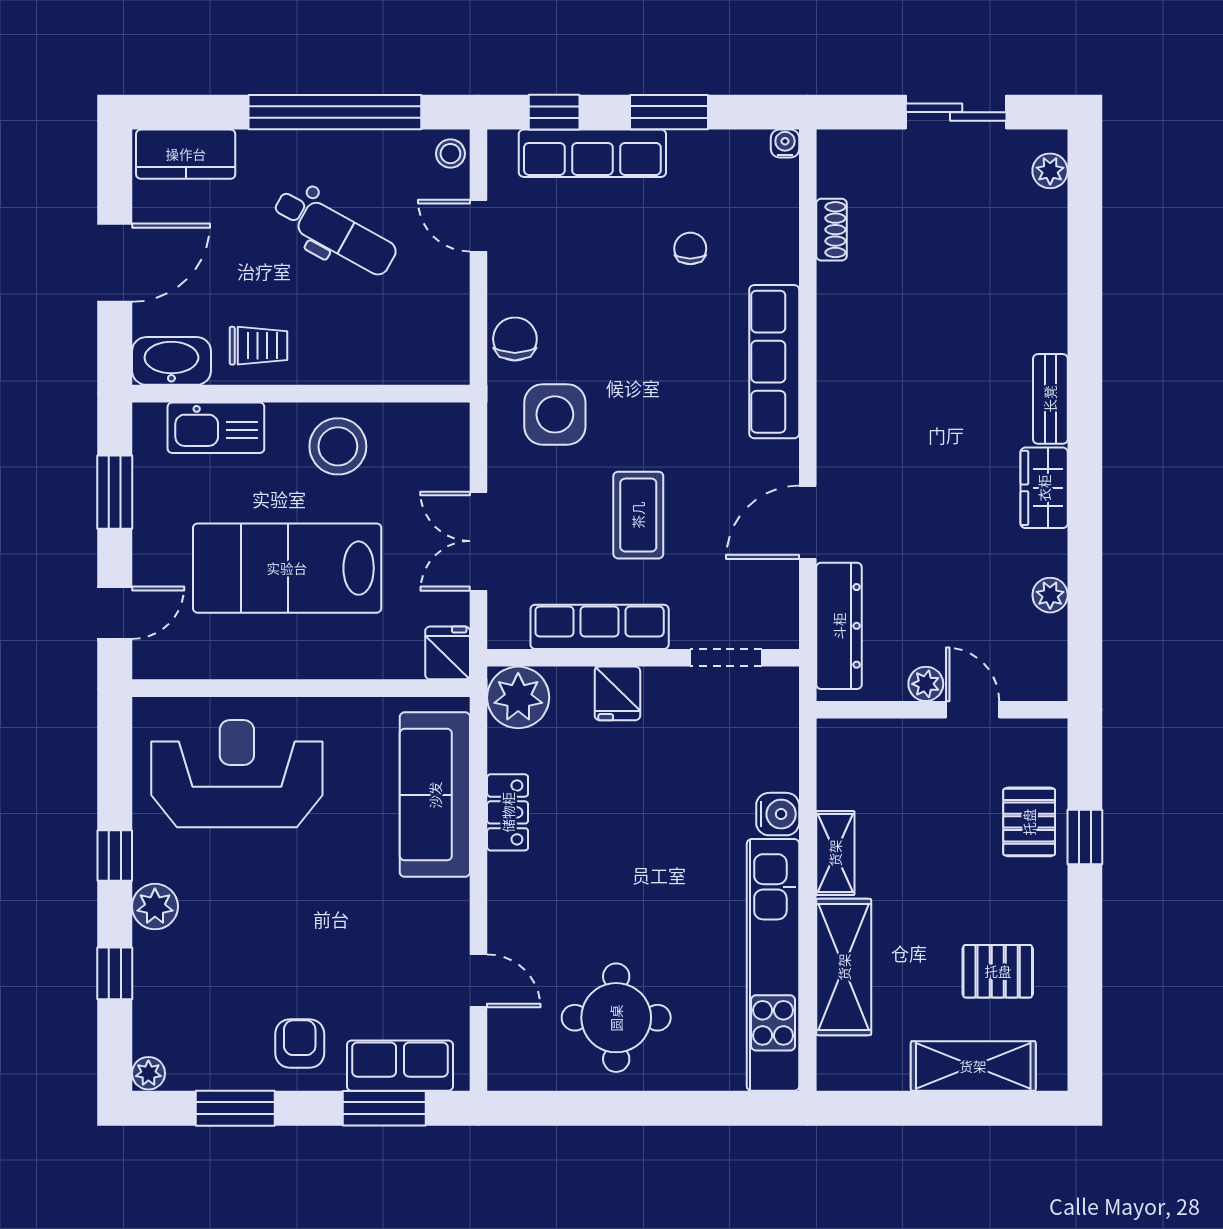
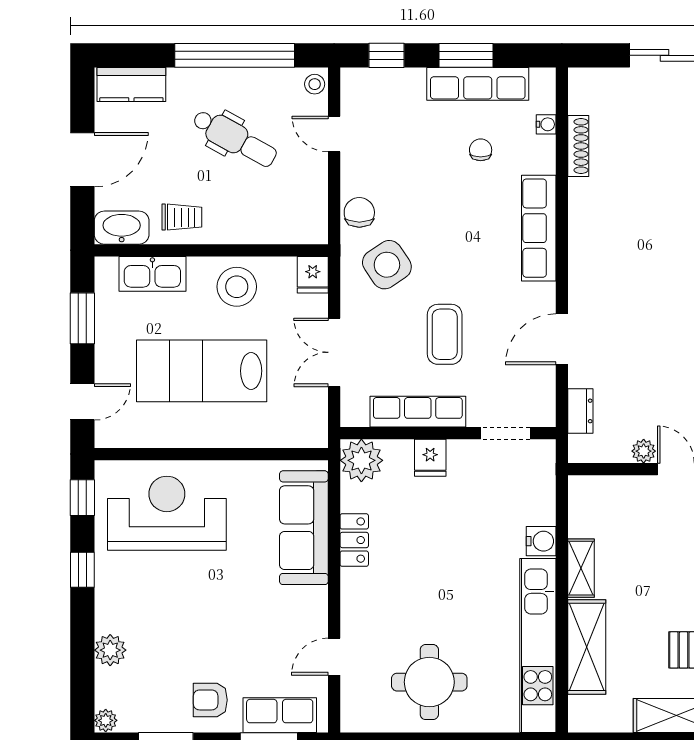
water cooler: (785, 144) -> (546, 124), moved, turned 90
row of seats: (592, 153) -> (478, 84), moved
shoe rack: (831, 230) -> (578, 146), width x1.43
side table: (555, 414) -> (387, 265), turned -34
dresser: (839, 626) -> (580, 411), width x0.51, depth x0.80
fridge: (448, 653) -> (313, 275), moved, turned 180
plant: (155, 907) -> (110, 650), moved
window: (115, 973) -> (82, 498), moved
door: (479, 981) -> (334, 657), swing flipped
armchair: (300, 1044) -> (210, 700), turned -90

